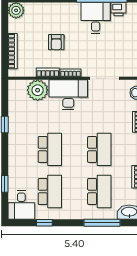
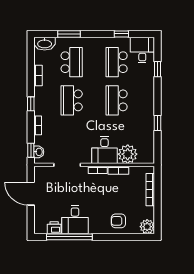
armchair: (56, 42) -> (118, 221), moved, turned -90
desk: (68, 95) -> (104, 150), width x0.73
school desk: (99, 192) -> (72, 62), turned 180
window: (102, 223) -> (69, 34), width x0.69

